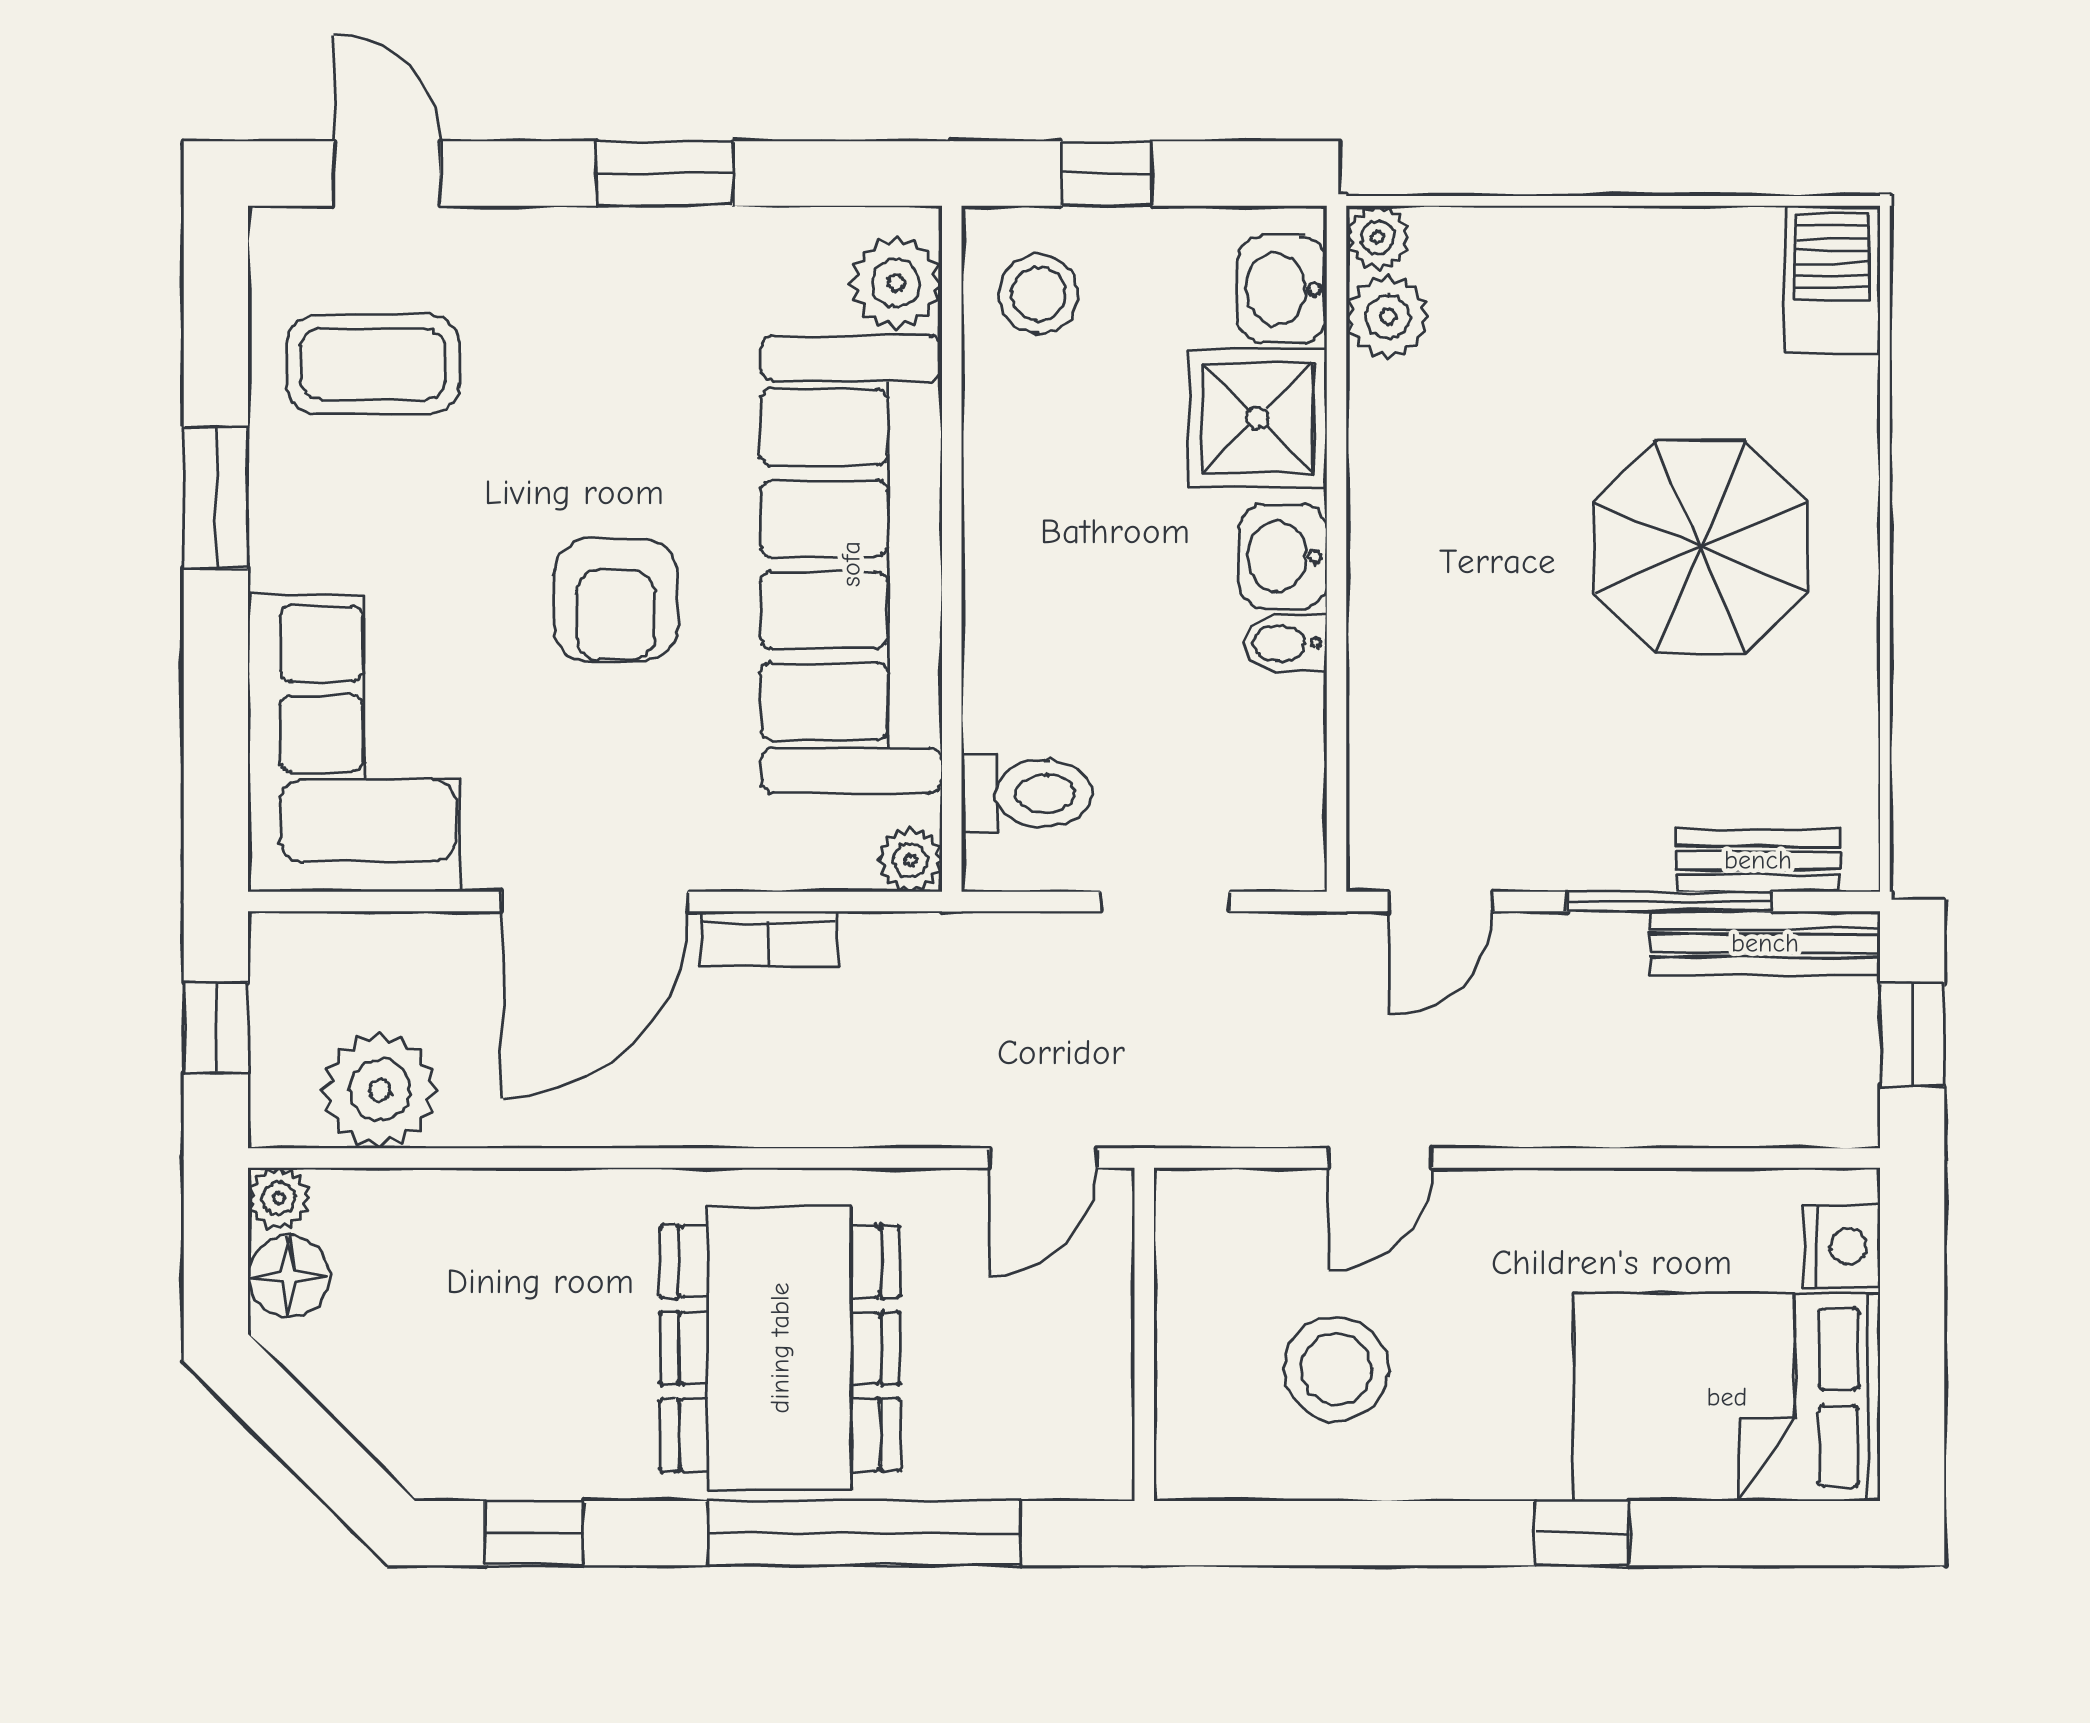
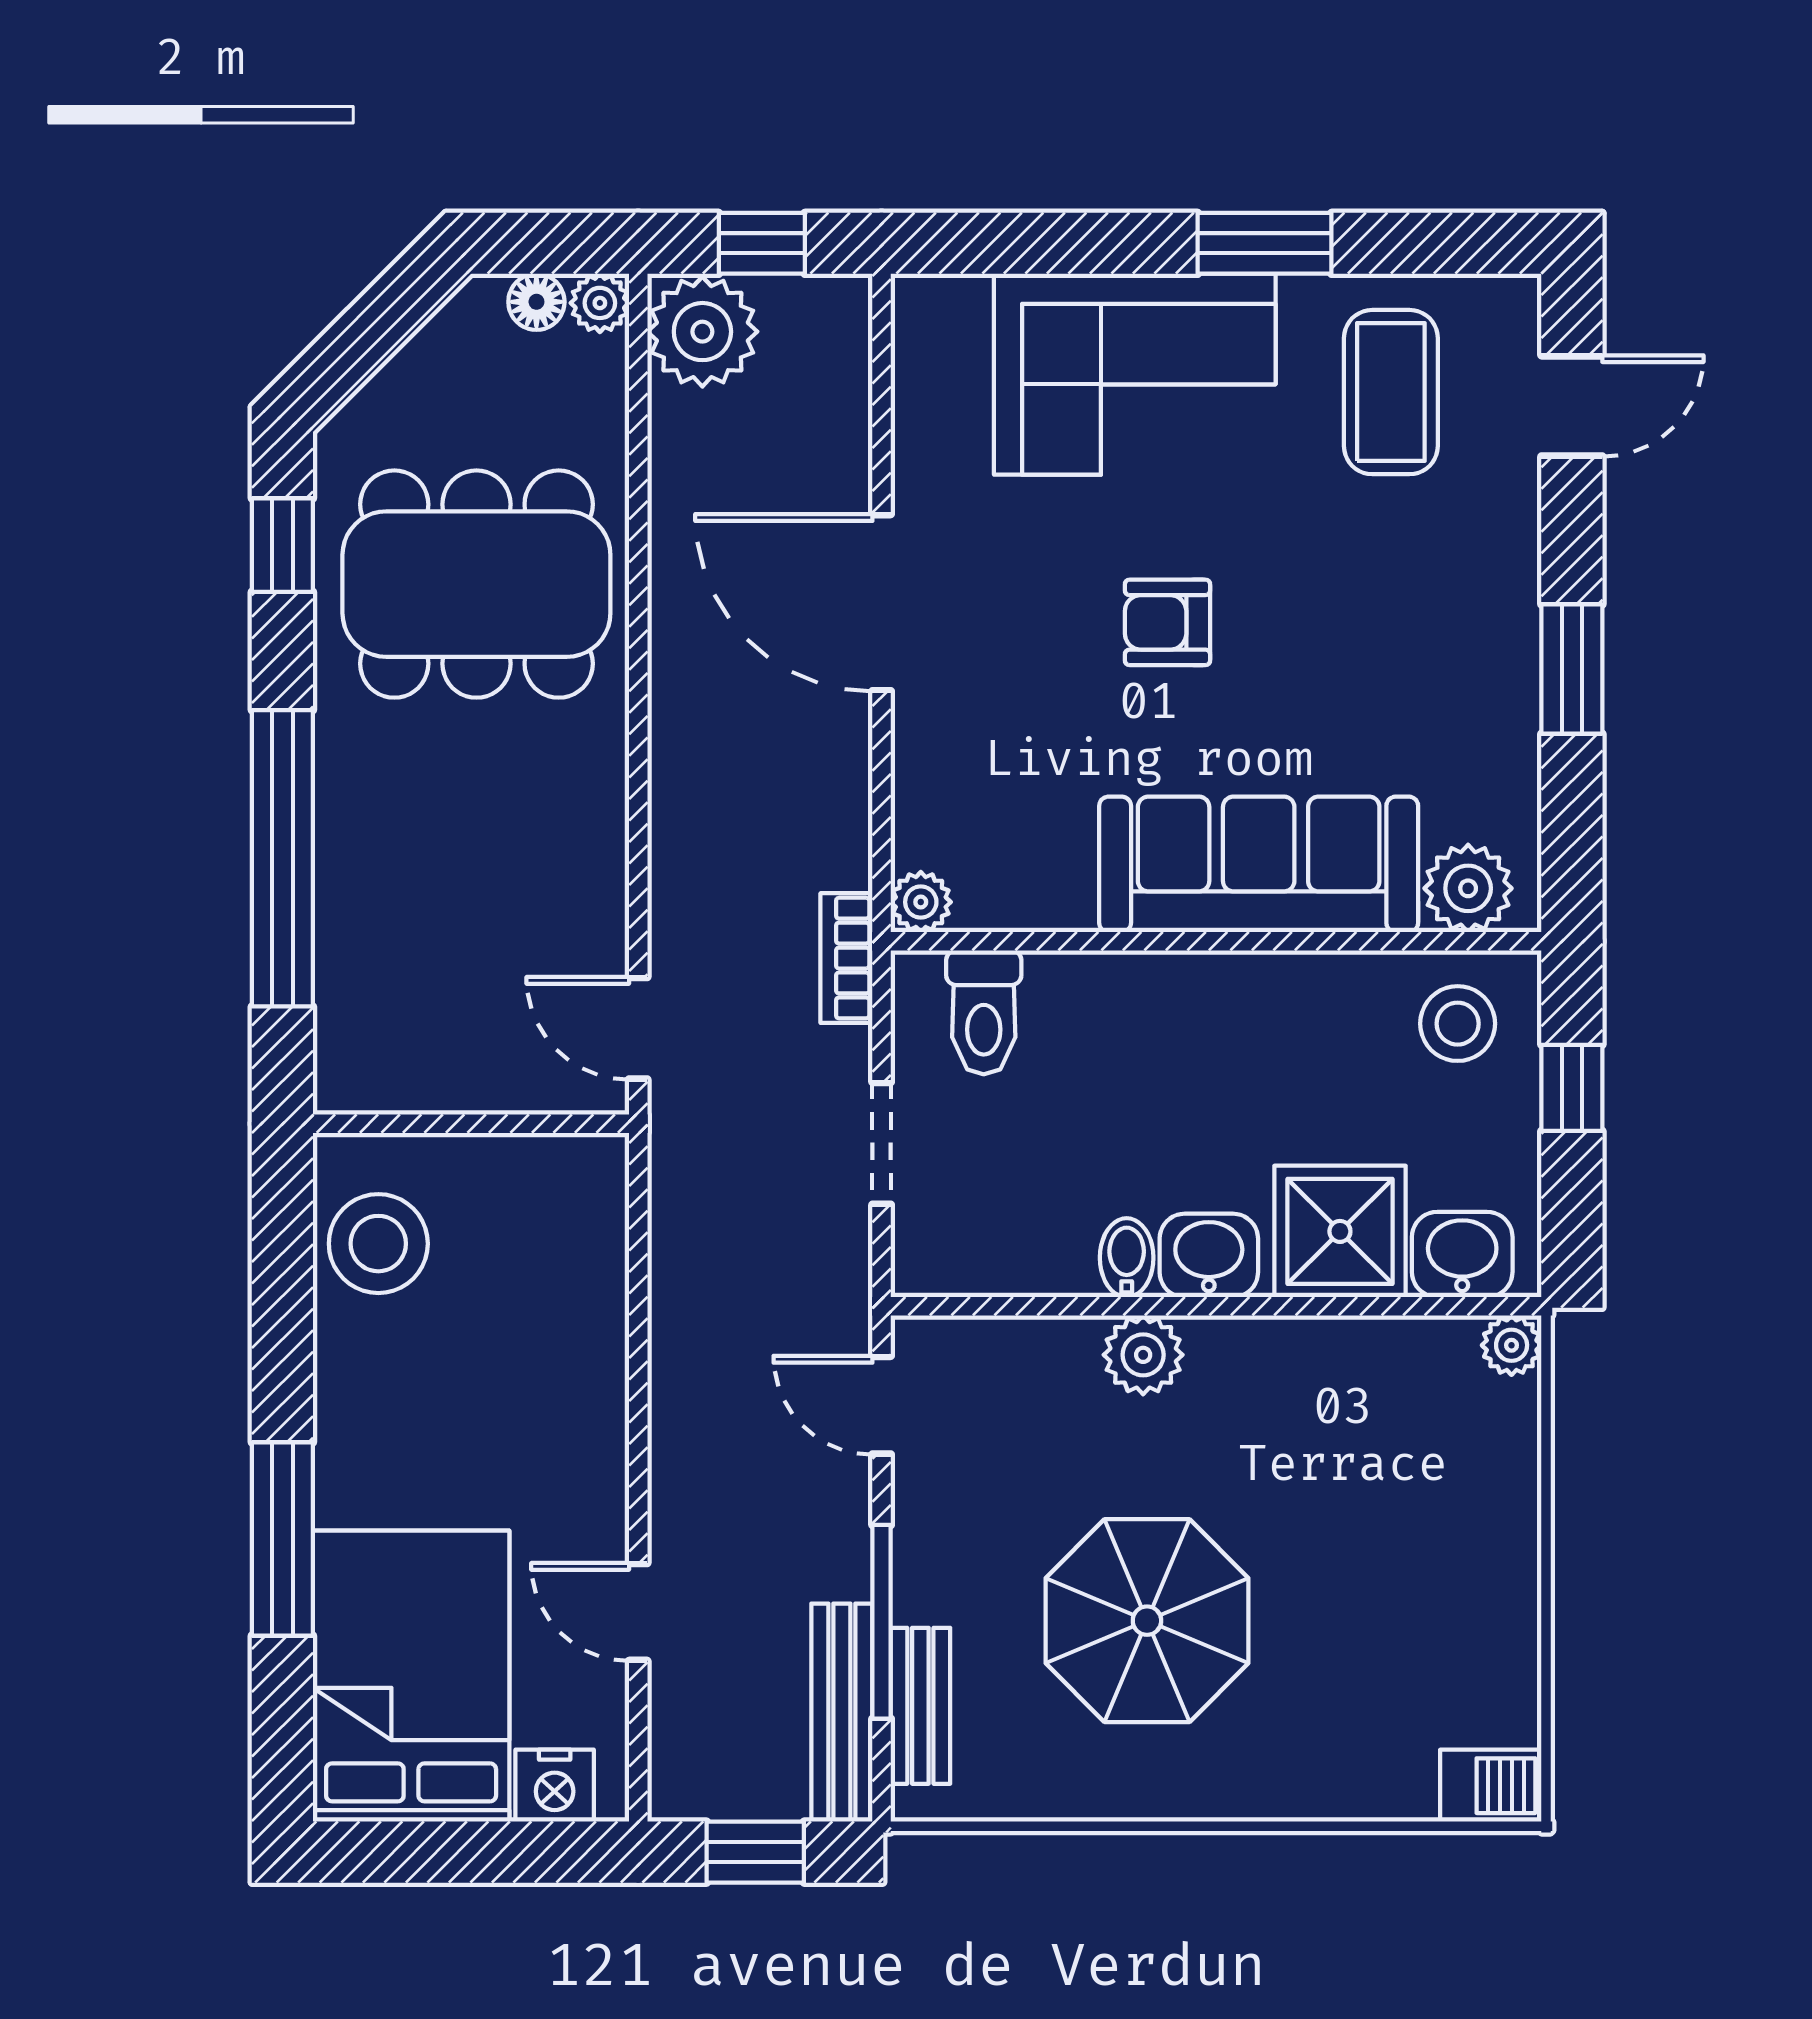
barbecue: (1832, 279) -> (1491, 1786), width x0.73, depth x0.79
plant: (1388, 317) -> (1143, 1355), moved
parasol: (1700, 547) -> (1147, 1621), moved
sofa: (851, 564) -> (1259, 864), width x0.74, depth x0.79
armchair: (616, 600) -> (1167, 622), width x0.72, depth x0.72
corner sofa: (354, 743) -> (1135, 374), moved
bookcase: (768, 938) -> (846, 958), moved
plant: (380, 1090) -> (702, 332), moved
door: (1380, 1158) -> (638, 1612), moved
floor lamp: (289, 1276) -> (536, 302), width x0.73, depth x0.73
dining table: (780, 1348) -> (476, 584), moved
stool: (1336, 1369) -> (378, 1244), moved
window: (1582, 1533) -> (282, 1539), width x2.17

